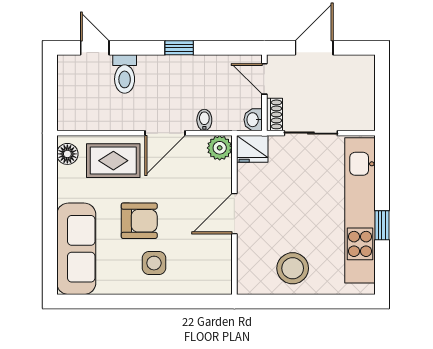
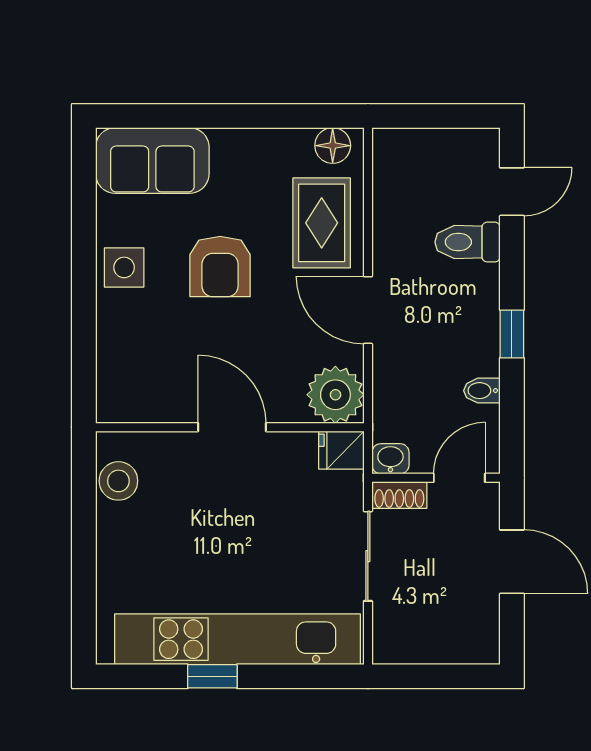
bidet: (204, 120) -> (482, 391), moved, turned 180
plant: (220, 148) -> (335, 395), width x1.36, depth x1.36
fridge: (252, 149) -> (341, 450), width x0.72
sofa: (76, 249) -> (152, 160), width x0.73
side table: (154, 263) -> (124, 267), moved
stool: (293, 268) -> (118, 481), moved, width x0.73, depth x0.73

